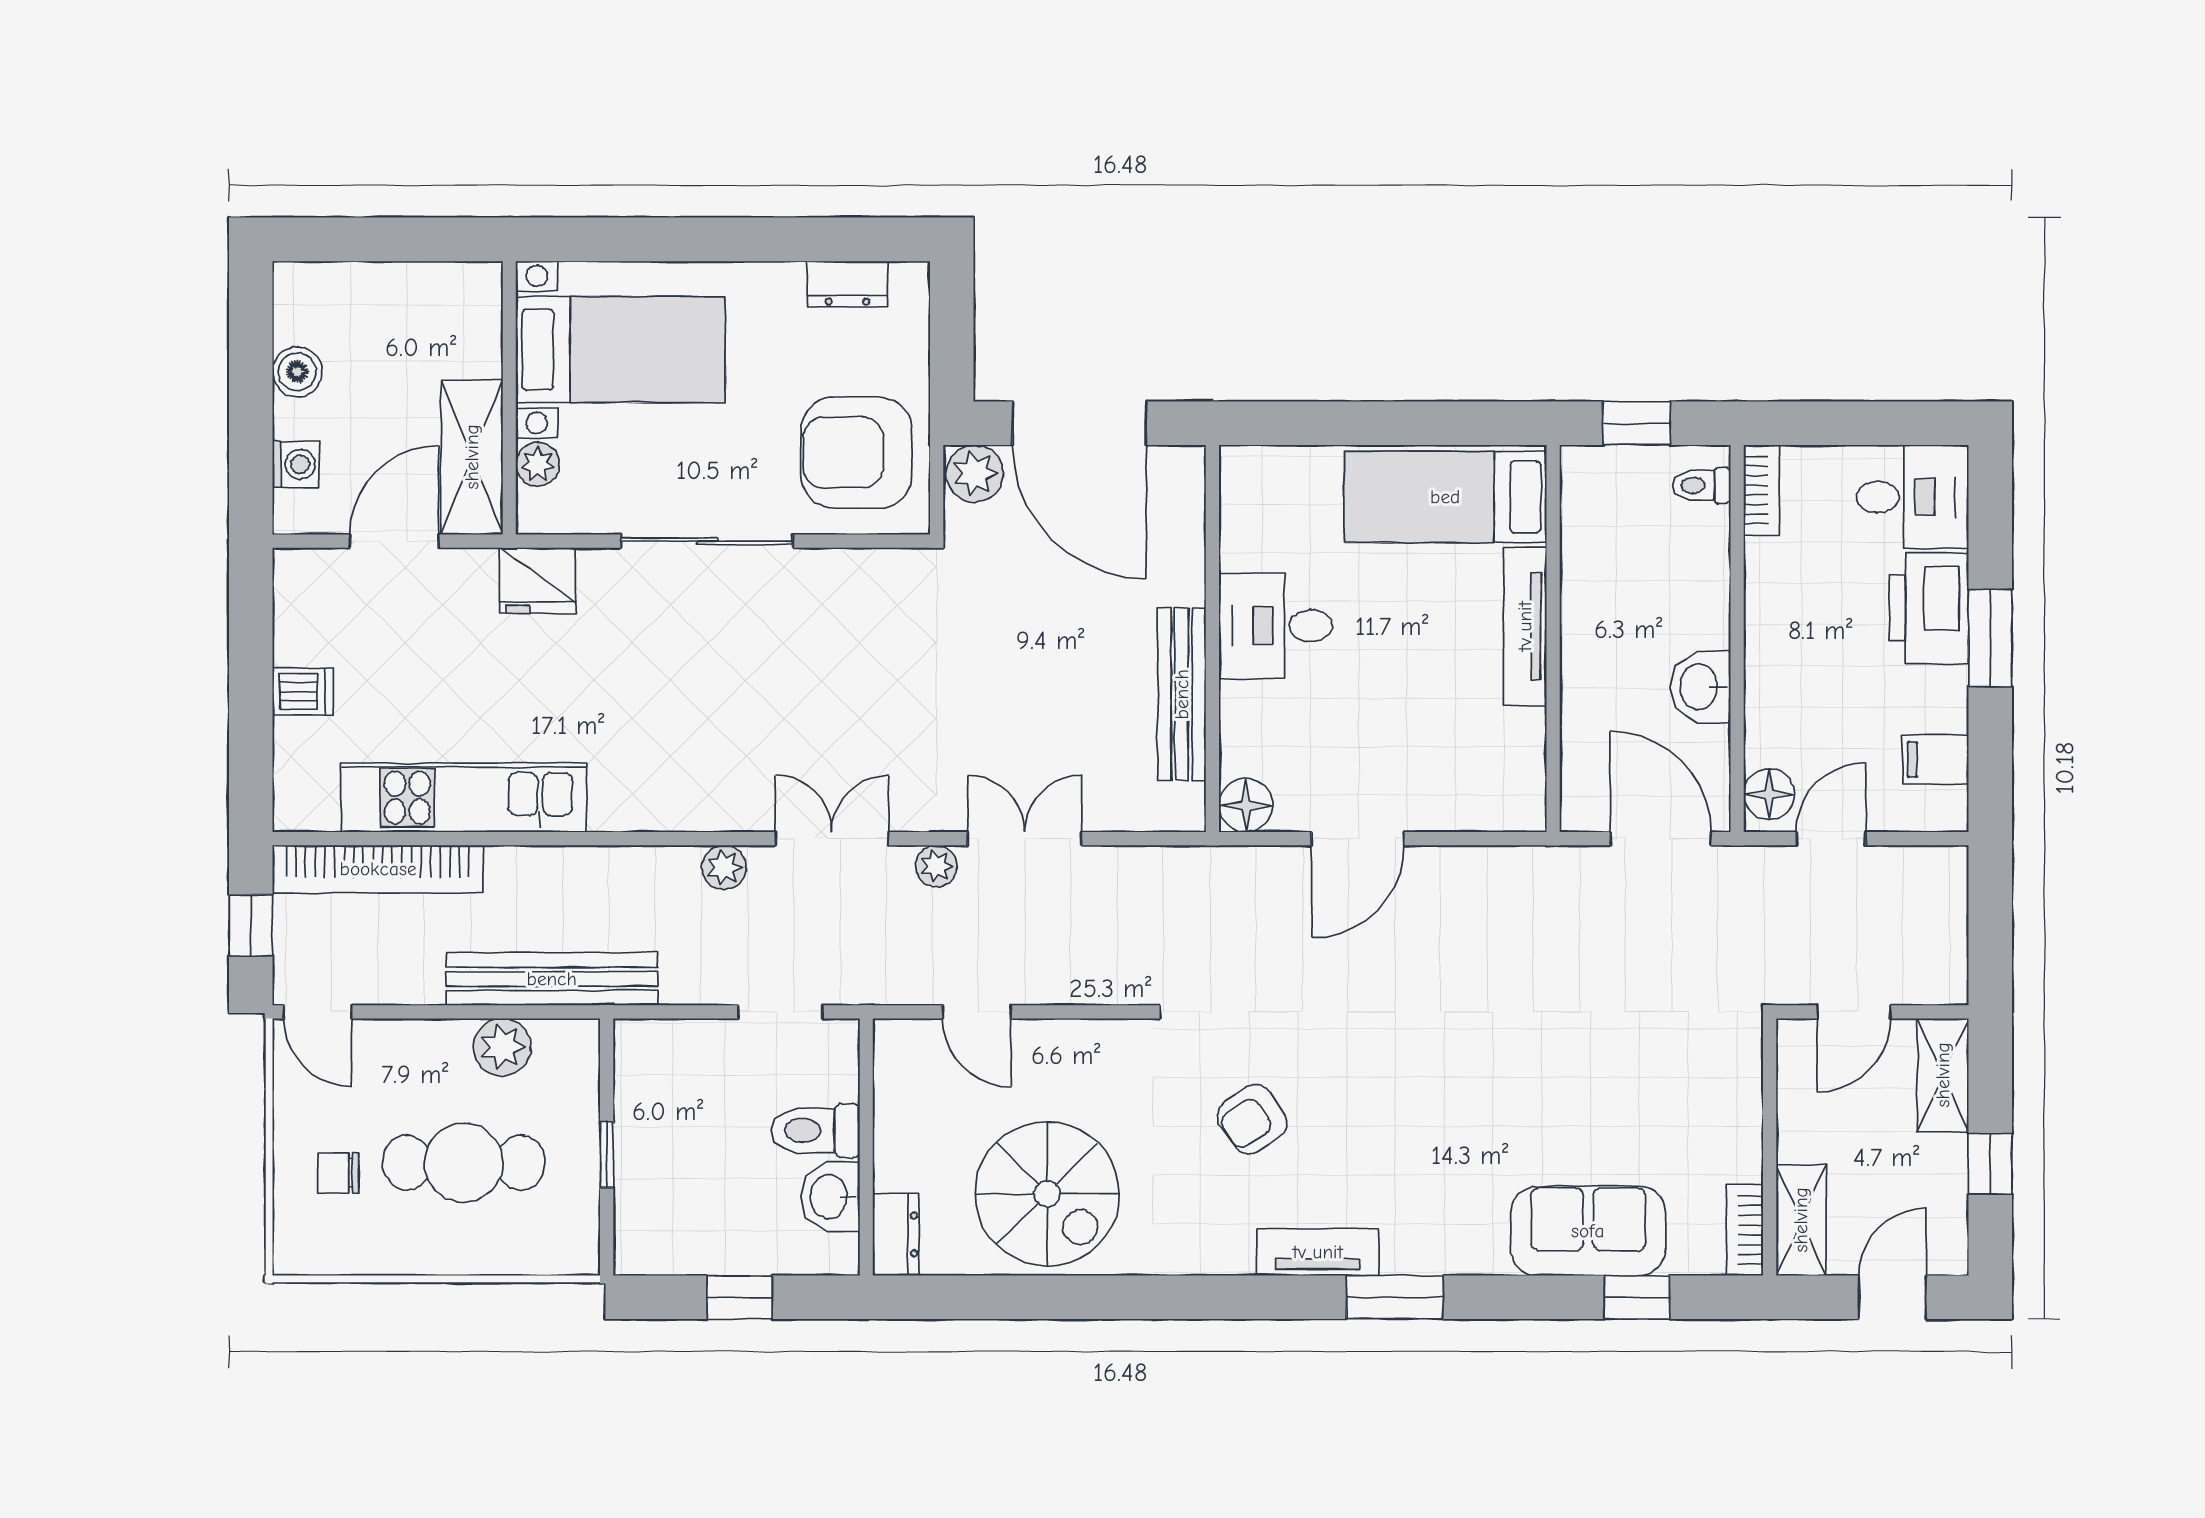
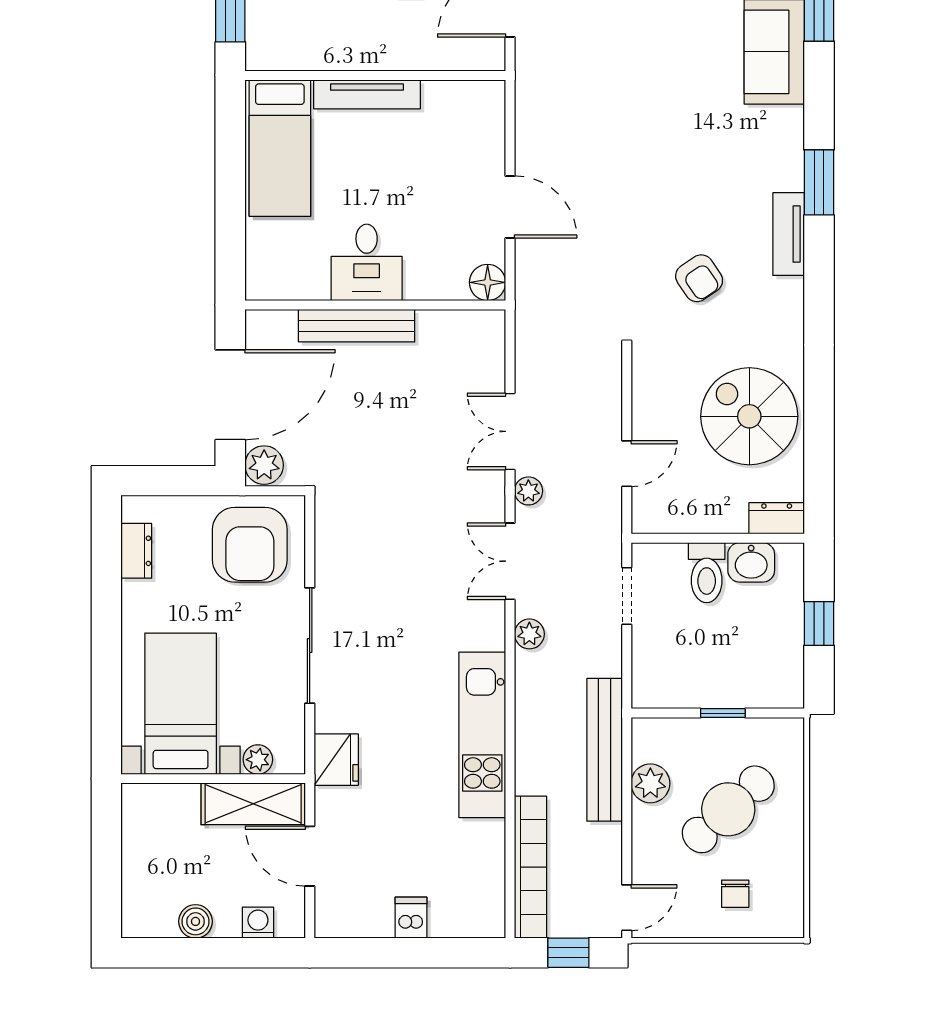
bench: (1182, 694) -> (357, 326), moved
kitchen unit: (464, 798) -> (482, 735), moved
cafe table: (464, 1163) -> (728, 809), turned 48
spiral stairs: (1047, 1194) -> (749, 416), turned -90

